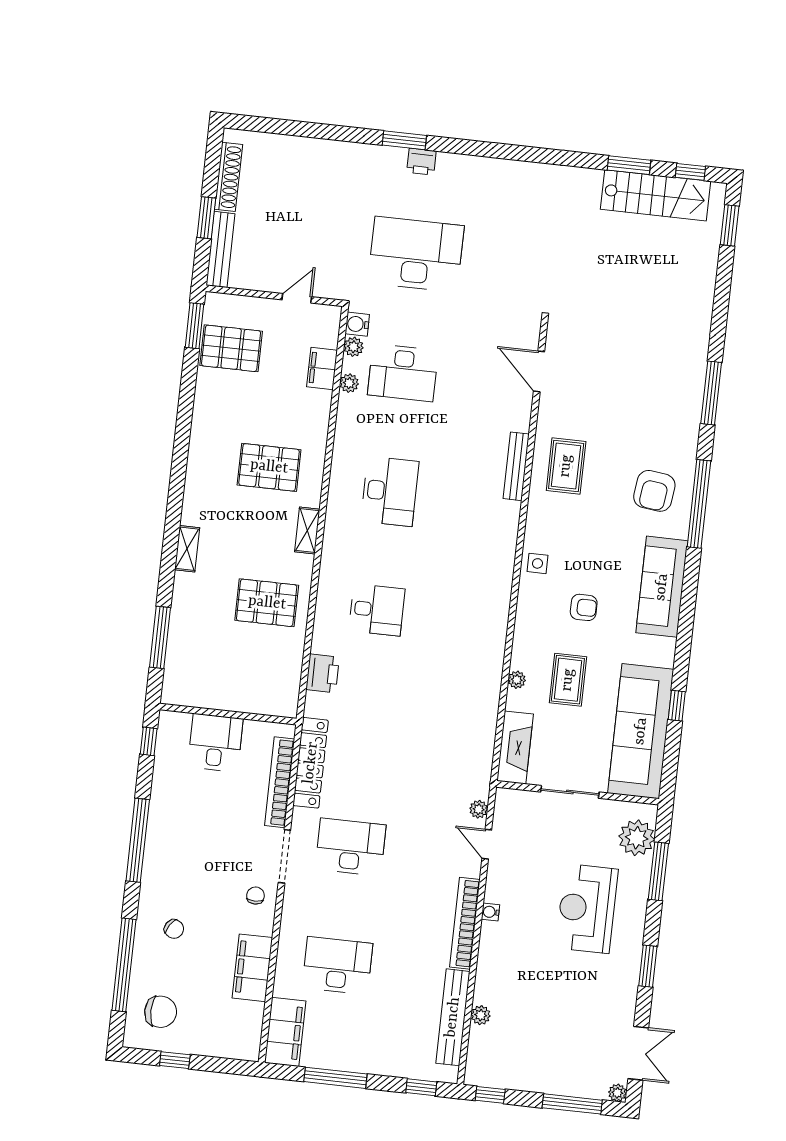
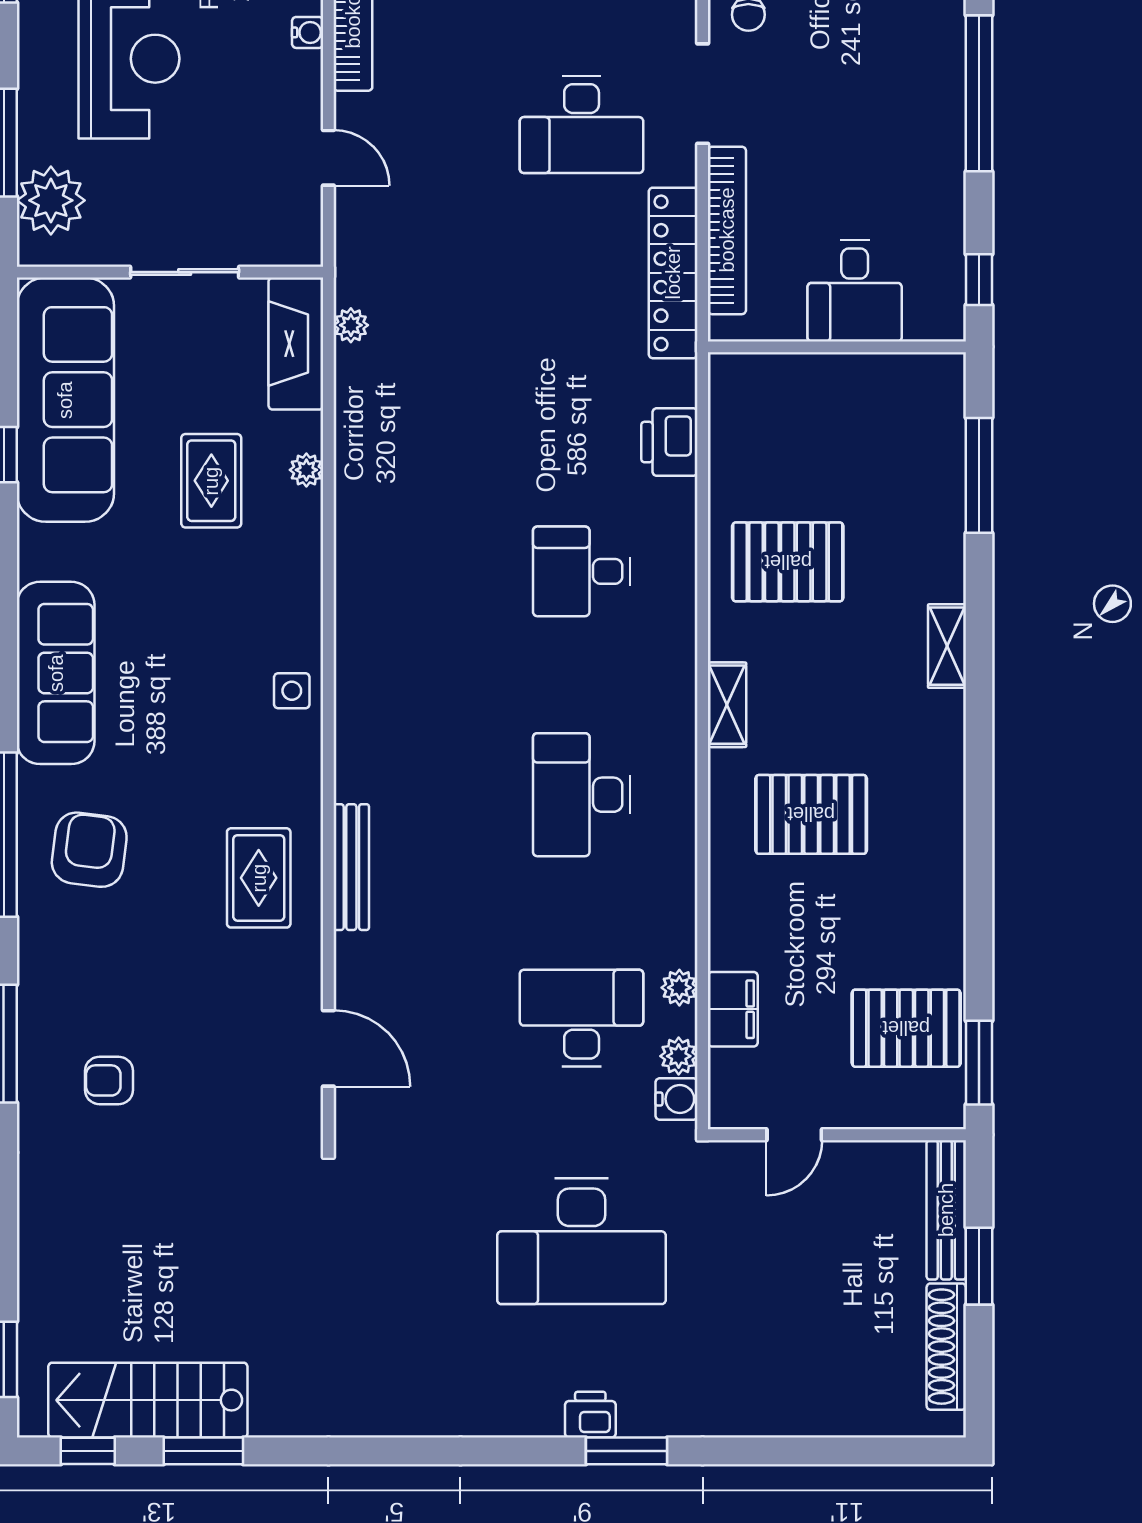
armchair: (584, 607) -> (109, 1080), moved
plant: (479, 809) -> (351, 325), moved

